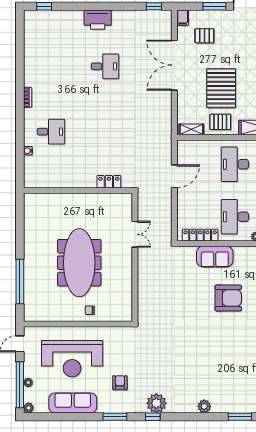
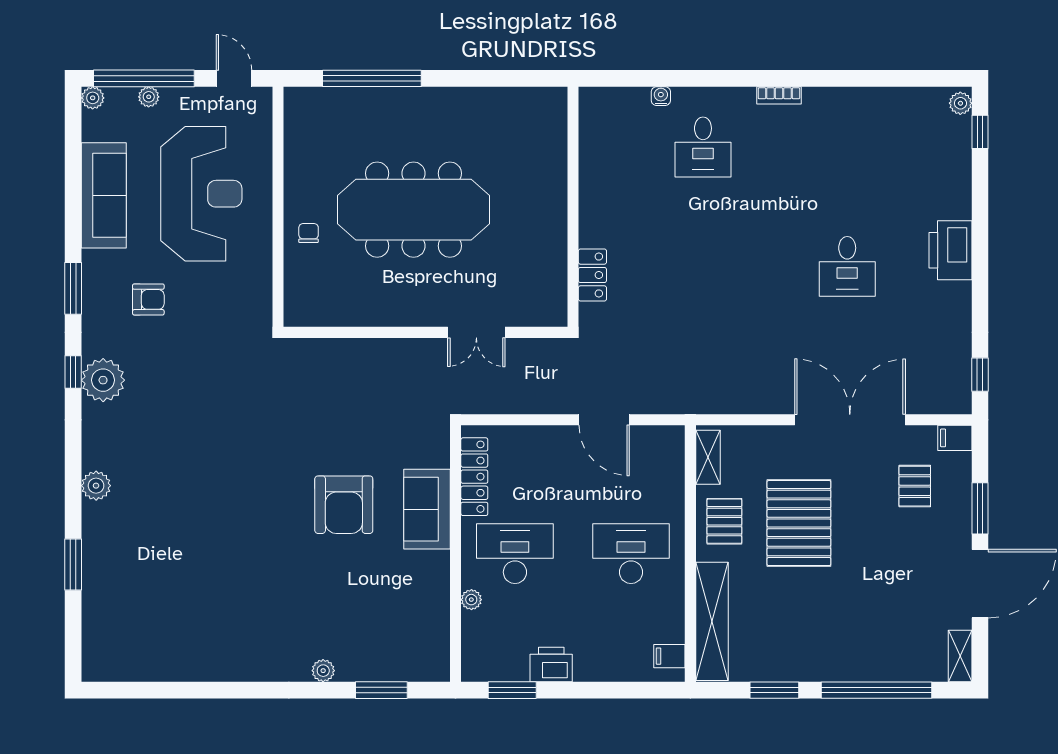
plant: (31, 15) -> (960, 103), added
pallet: (221, 88) -> (799, 523), turned 90
armchair: (228, 298) -> (344, 505), moved
reception desk: (72, 359) -> (201, 194), turned 180

